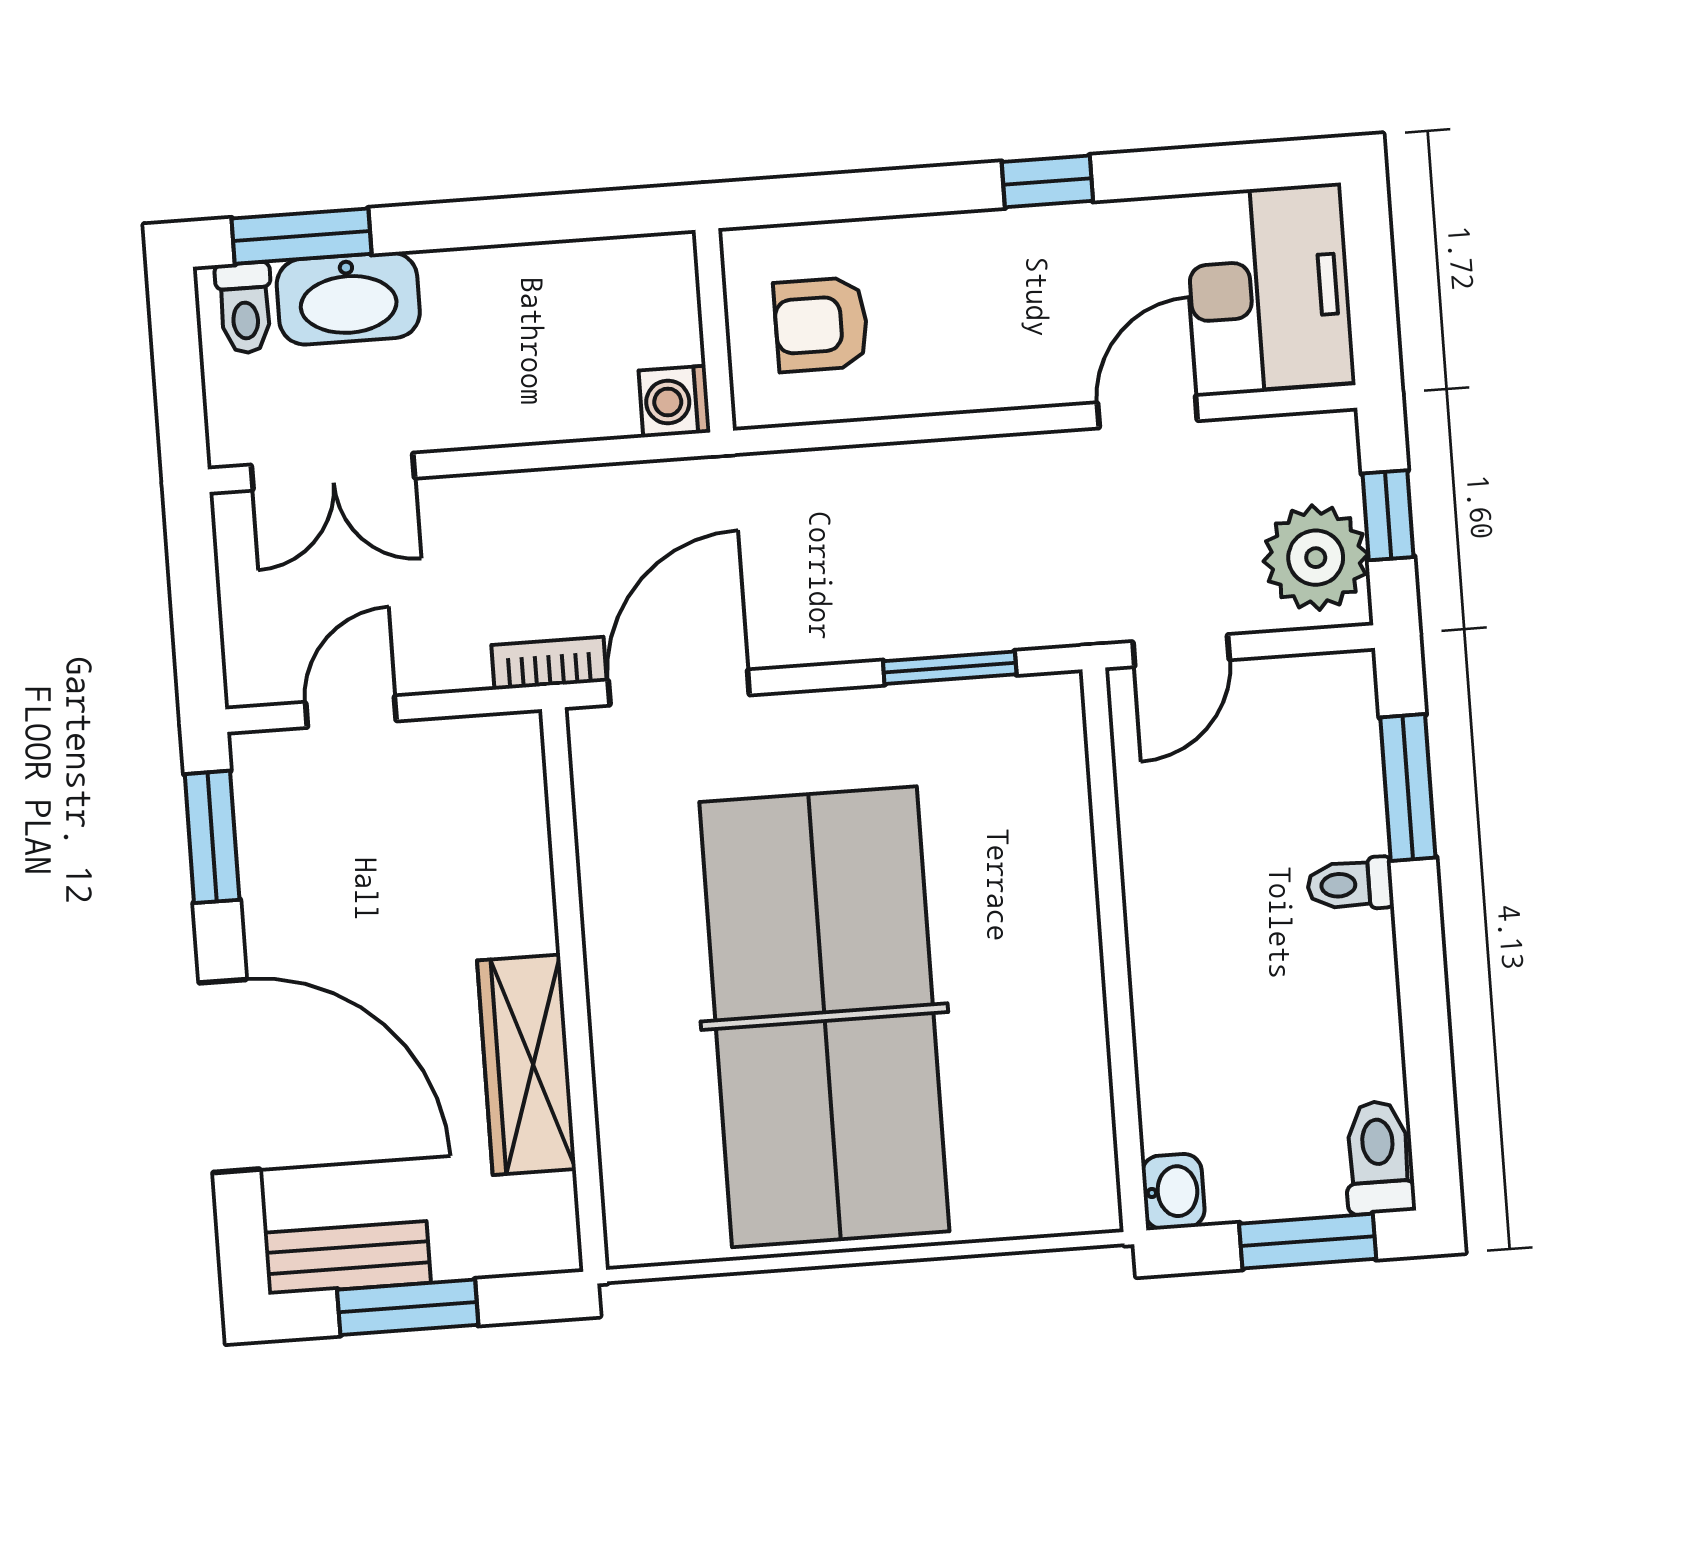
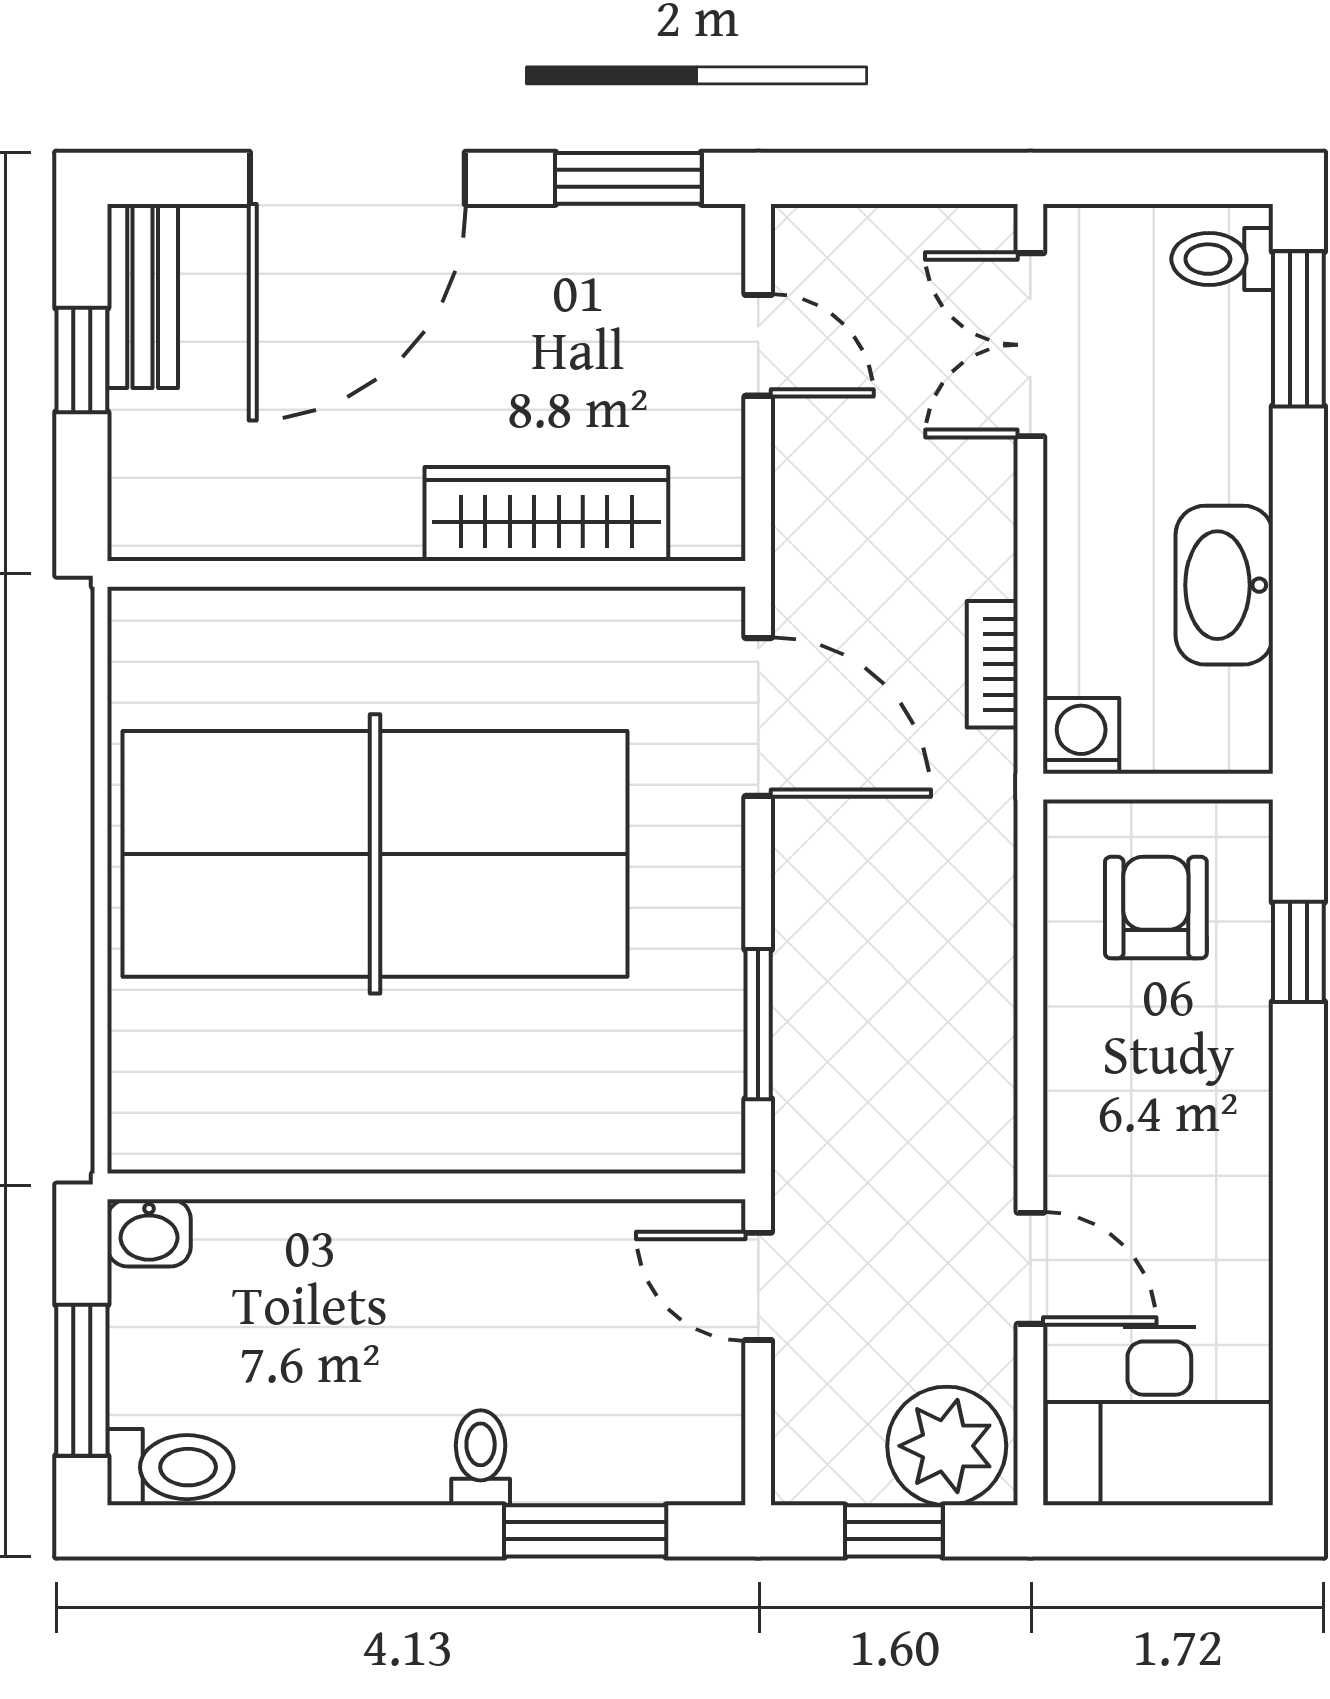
window: (1047, 181) -> (1298, 952), moved
washbasin: (348, 298) -> (1224, 585), moved
plant: (1316, 558) -> (947, 1446), moved
bookcase: (549, 663) -> (992, 664), moved, turned 180
wardrobe: (526, 1065) -> (546, 514), moved
window: (408, 1307) -> (82, 360), width x0.67

